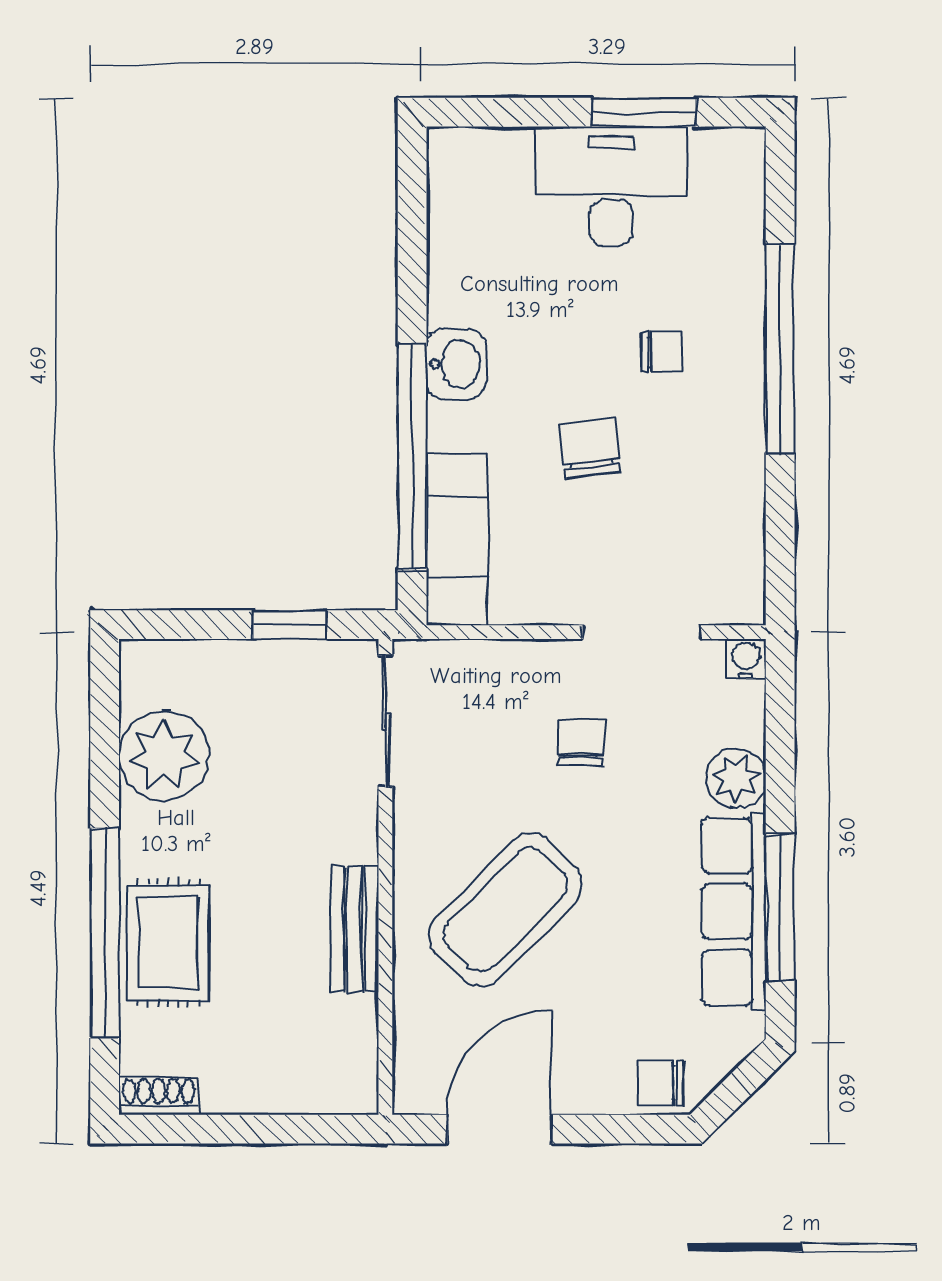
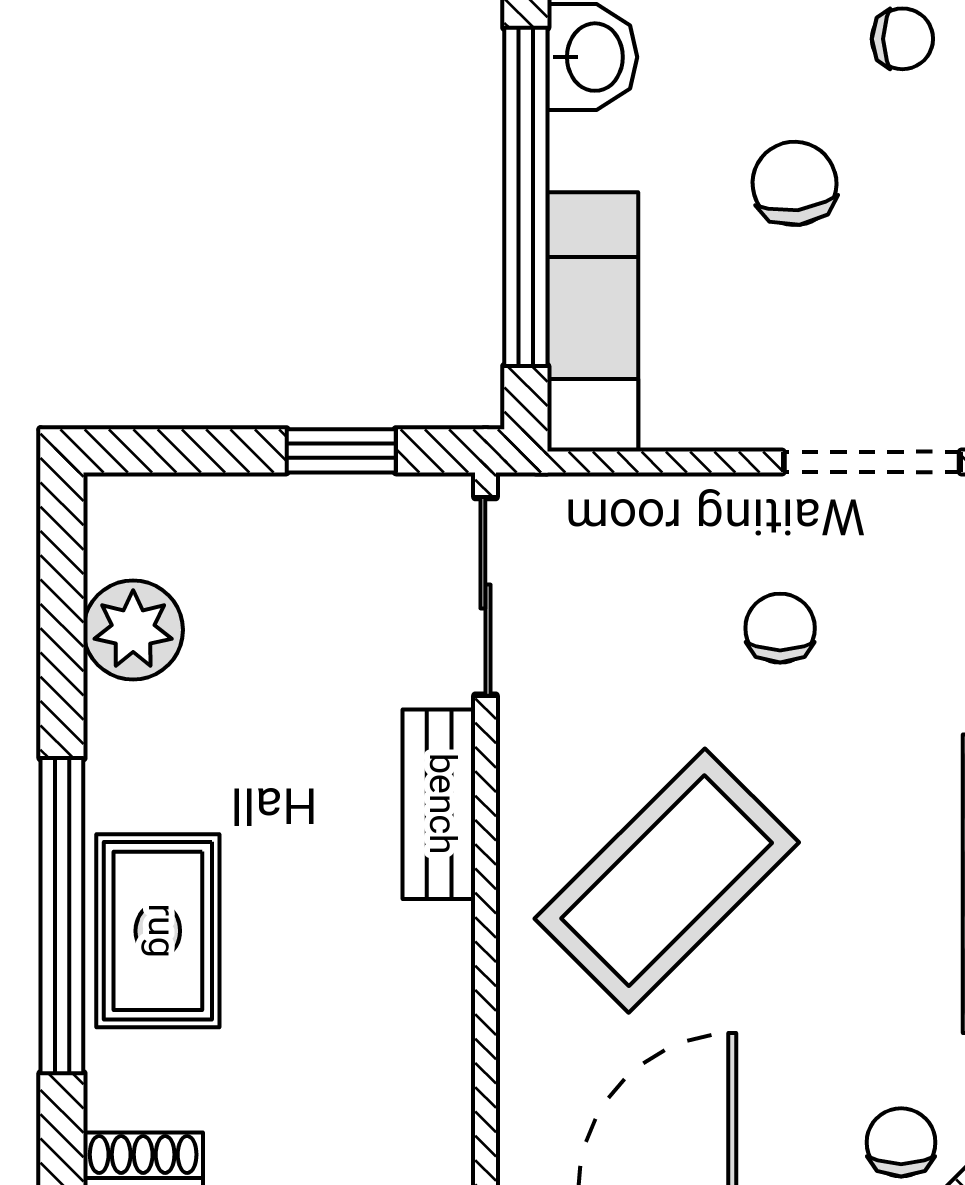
plant: (164, 755) -> (133, 630), width x0.73, depth x0.73
bench: (355, 929) -> (439, 804), moved
chair: (661, 1083) -> (901, 1142), turned 90

